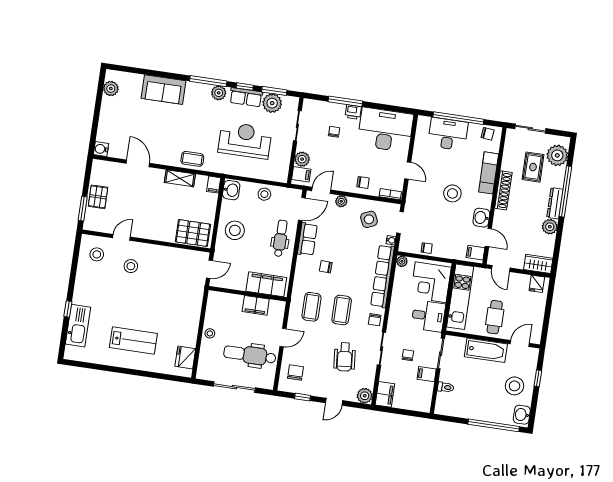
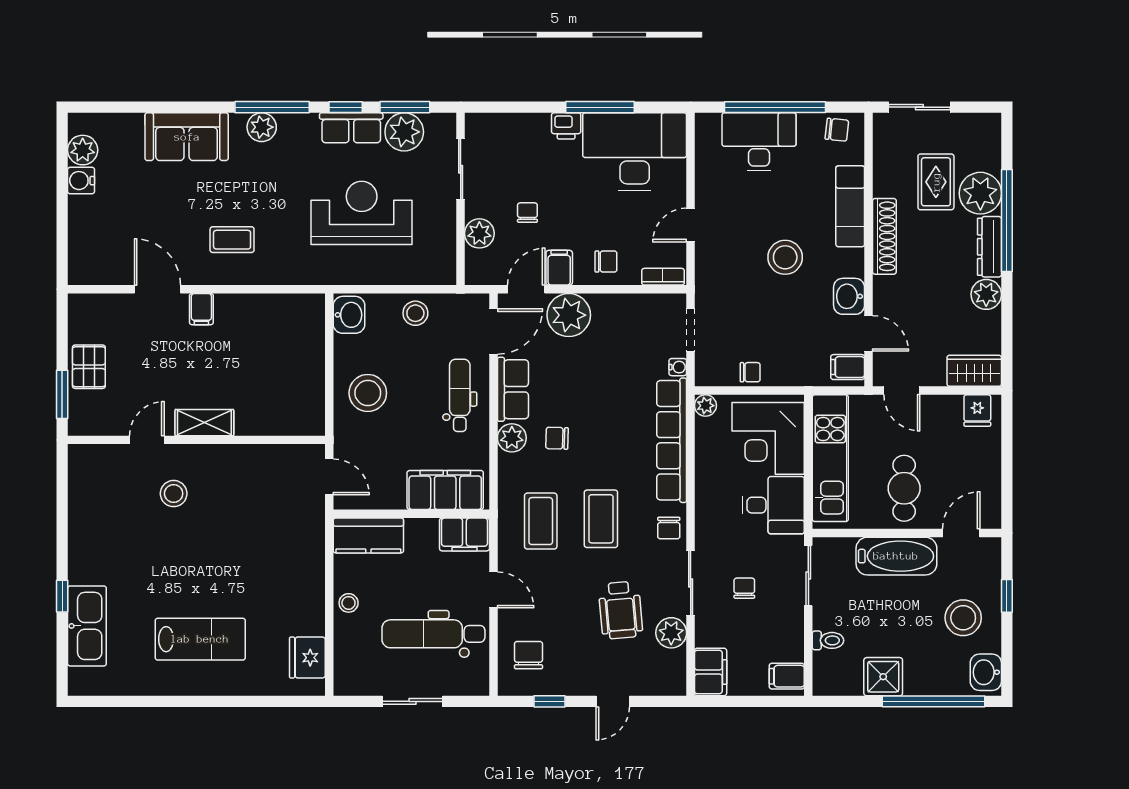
plant: (219, 93) -> (262, 127), moved
window: (345, 101) -> (600, 107), moved
chair: (334, 132) -> (527, 213), moved
water cooler: (101, 149) -> (81, 181), moved
plant: (557, 155) -> (980, 193), moved
coffee table: (192, 159) -> (232, 240), moved
door: (408, 170) -> (691, 225), swing flipped
filing cabinet: (301, 174) -> (559, 268), moved, turned -90
shelving: (180, 178) -> (204, 423), moved
filing cabinet: (214, 185) -> (201, 309), moved
plant: (341, 201) -> (569, 315), width x1.87, depth x1.87
side table: (369, 219) -> (628, 332), removed
pallet: (193, 233) -> (286, 410), removed
stool: (97, 254) -> (103, 480), removed
plant: (303, 263) -> (512, 438), added
door: (209, 269) -> (329, 477), hinge flipped
kitchen counter: (225, 301) -> (368, 535), added
filing cabinet: (256, 305) -> (464, 534), moved
door: (283, 338) -> (493, 590), hinge flipped
filing cabinet: (427, 374) -> (787, 676), moved
sliding door: (234, 387) -> (412, 701), width x0.73
plant: (365, 396) -> (671, 633), moved
shower: (470, 409) -> (883, 677), added

